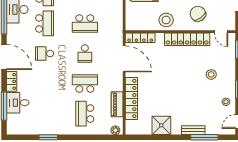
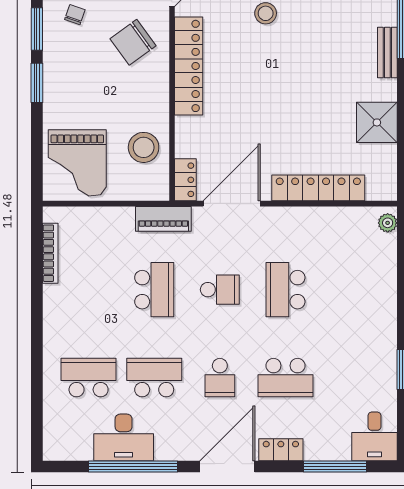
stool: (166, 20) -> (144, 147), moved
locker: (140, 38) -> (185, 180), width x0.66
desk: (18, 103) -> (374, 436), moved
piano: (117, 104) -> (163, 219), moved
school desk: (85, 114) -> (285, 378), moved

